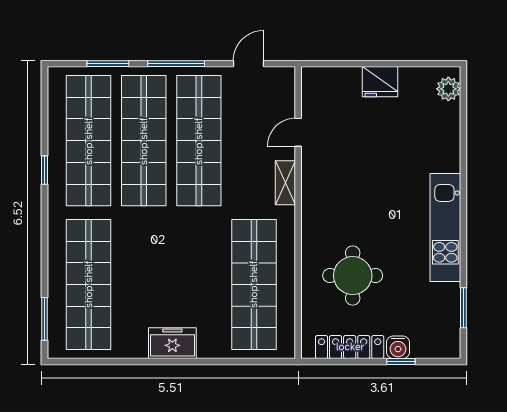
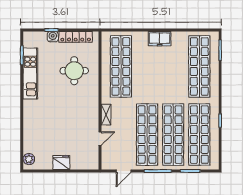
kitchen unit: (445, 227) -> (30, 73), moved

